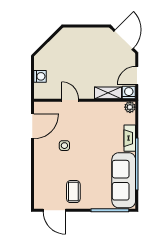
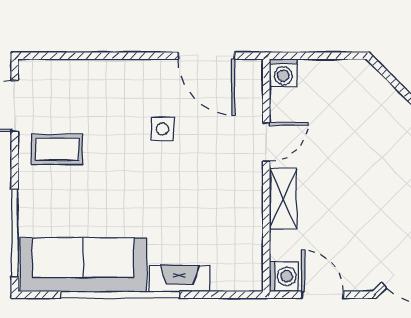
washing machine: (40, 76) -> (283, 73), moved
shelving: (108, 93) -> (283, 198), moved
plant: (130, 107) -> (250, 279), removed

